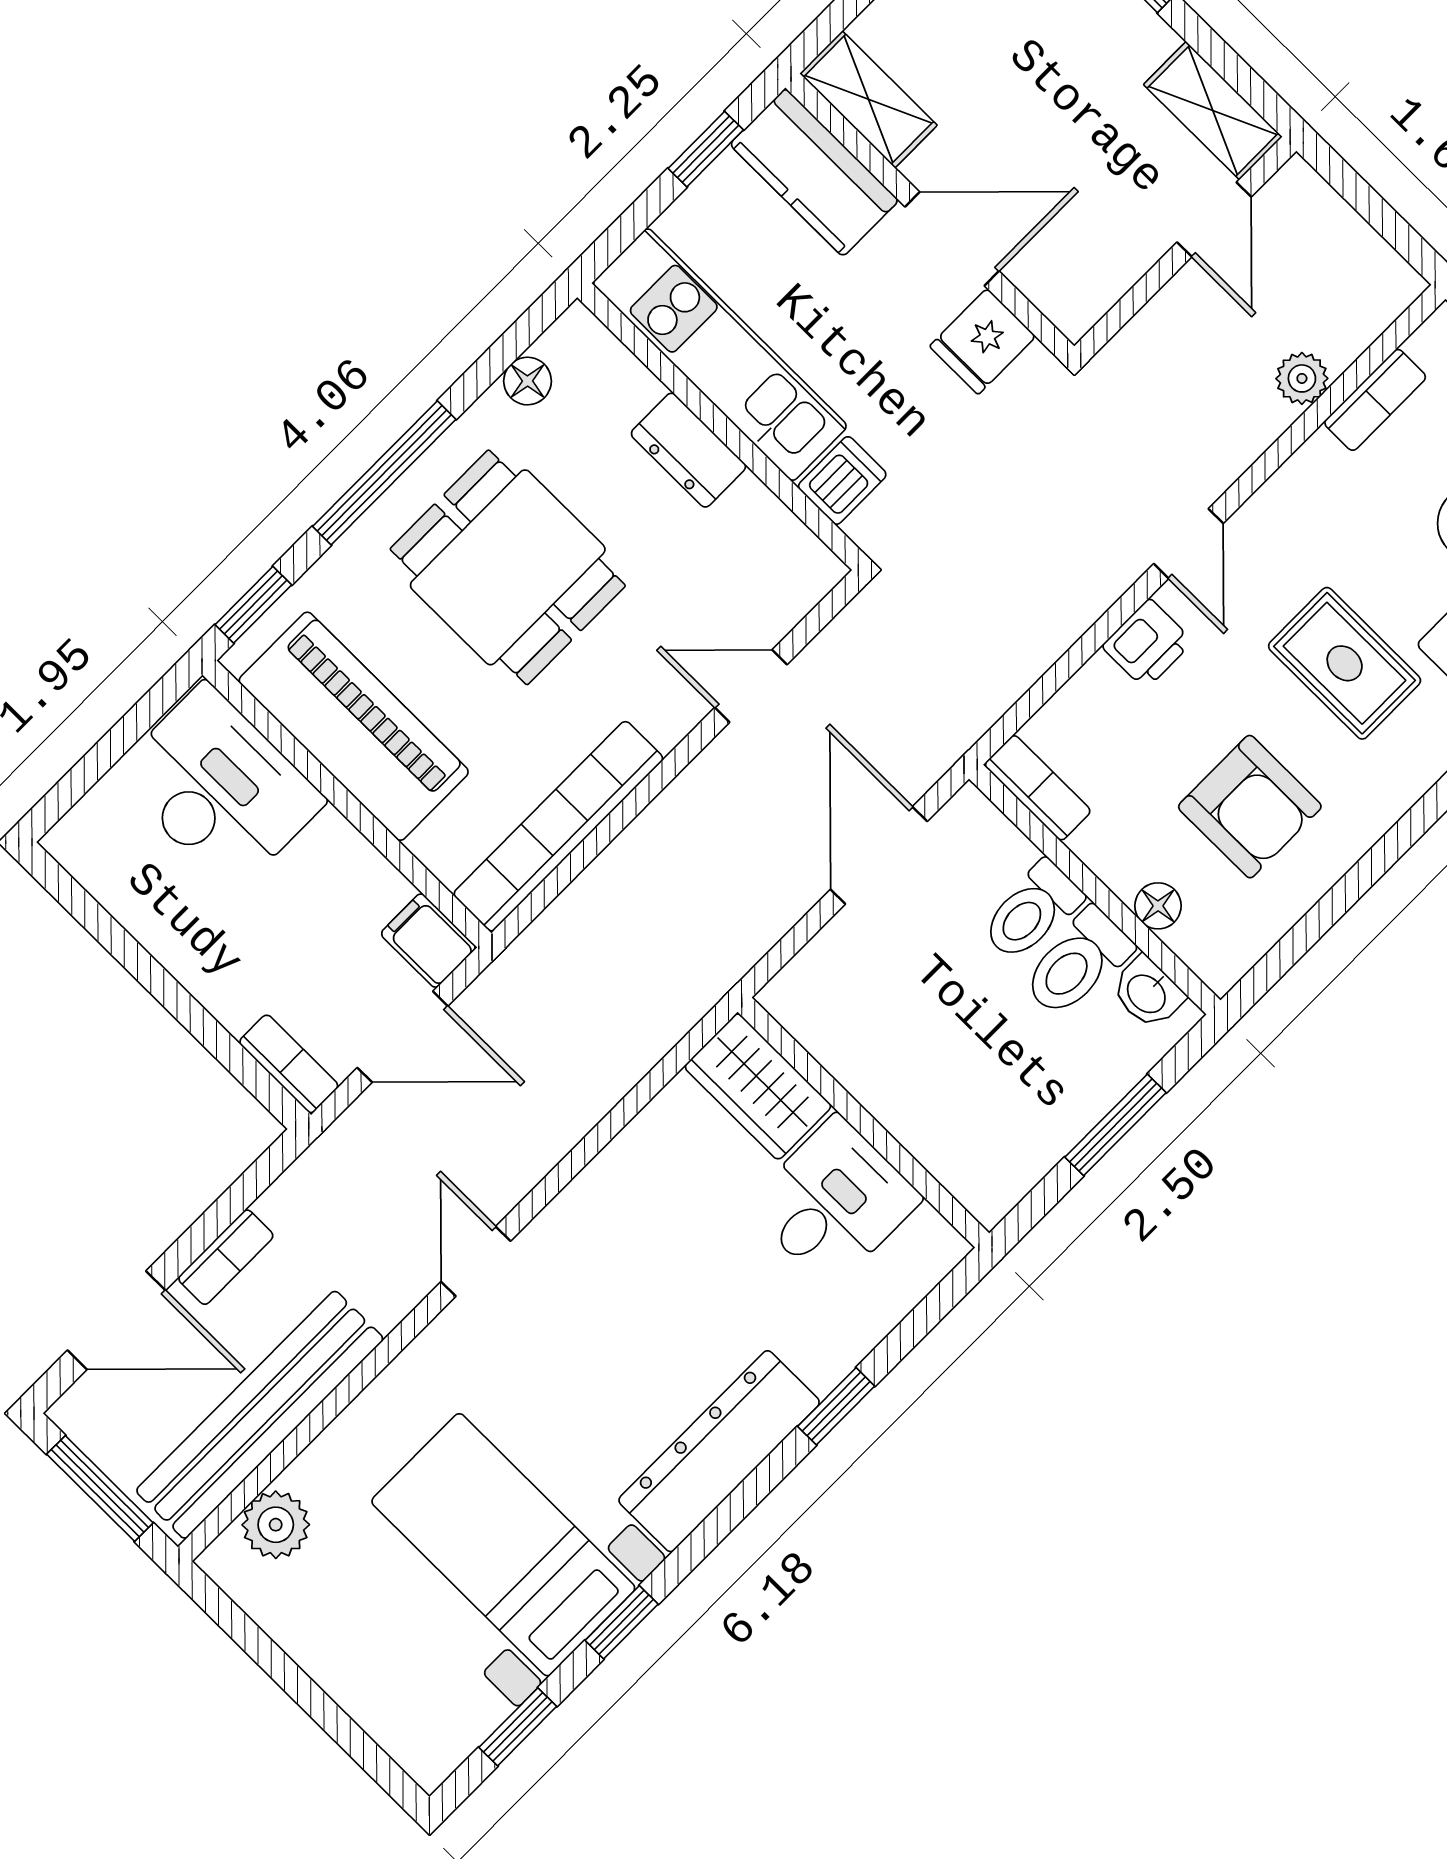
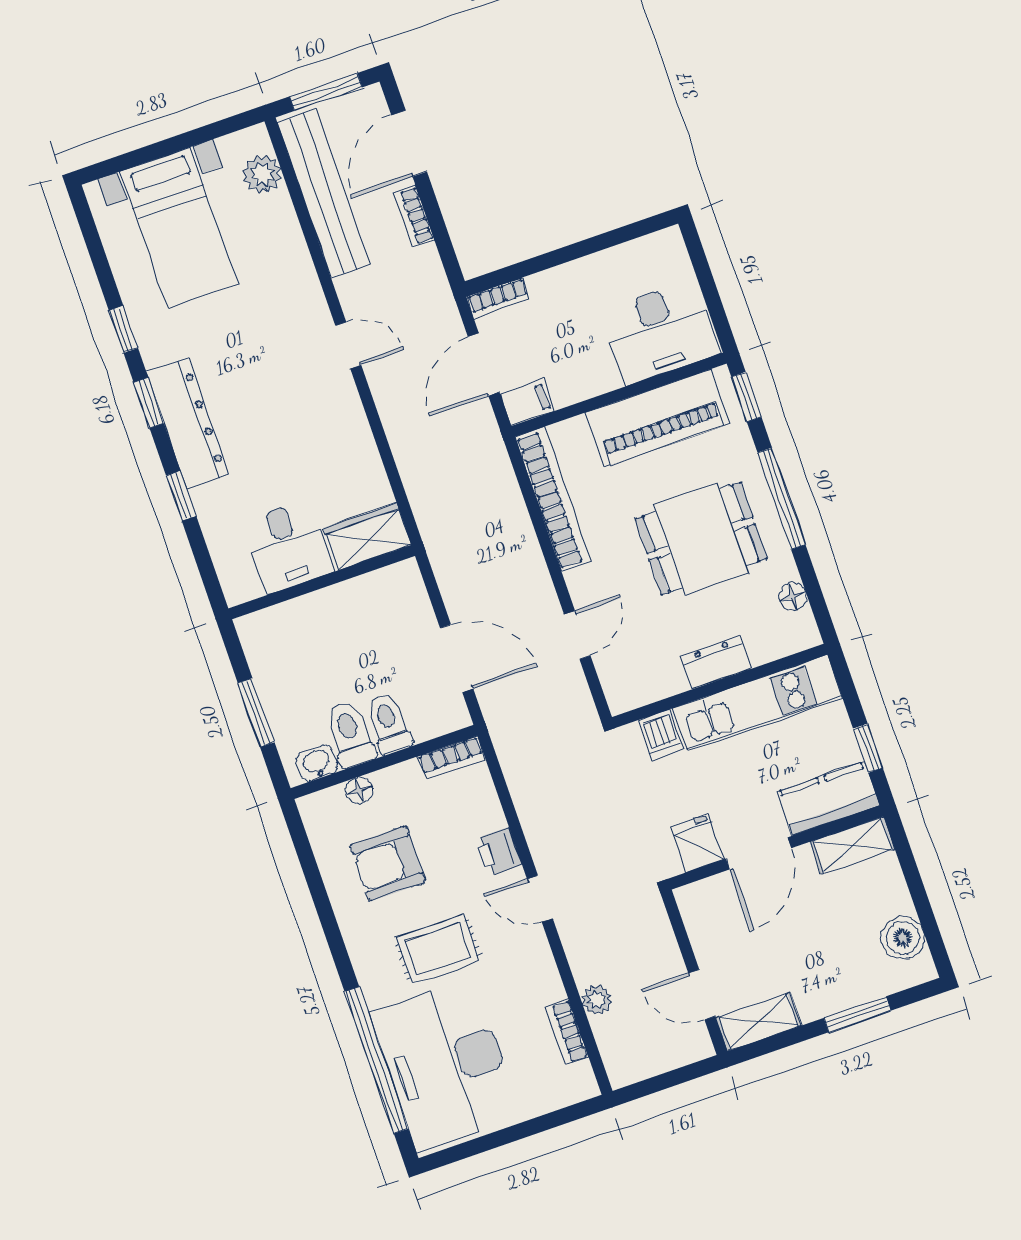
bed with nightstands: (503, 1545) -> (179, 228), moved, turned 90
window: (518, 1727) -> (149, 403), moved

